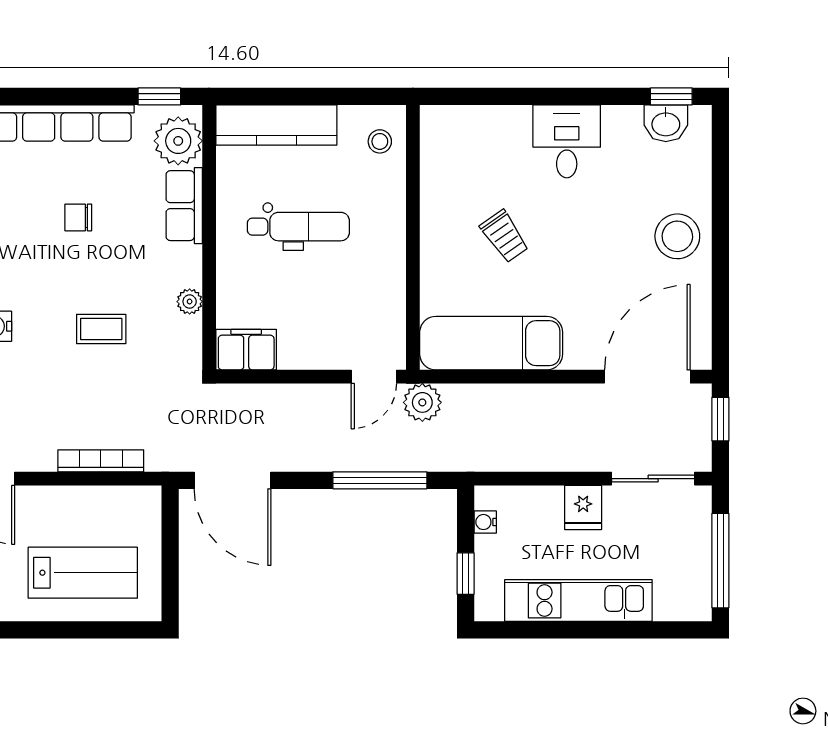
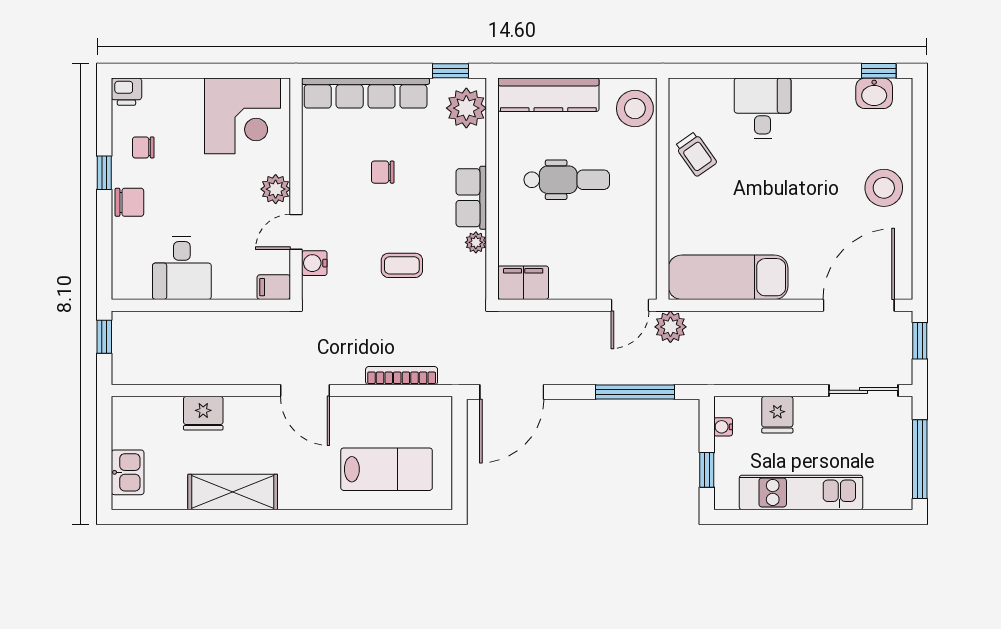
stool: (380, 141) -> (635, 109), width x1.89, depth x1.89
desk: (567, 141) -> (763, 108), moved
row of seats: (184, 206) -> (471, 198), moved
trolley: (504, 236) -> (696, 154), moved
door: (232, 480) -> (512, 392), hinge flipped
fridge: (583, 507) -> (777, 415), moved

